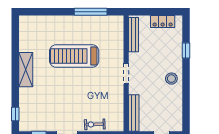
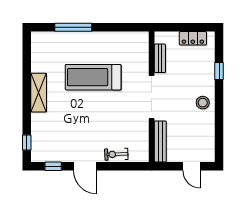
window: (91, 12) -> (73, 27), moved
bench: (133, 35) -> (160, 58), width x0.73
doorway: (126, 74) -> (152, 97), width x1.88

